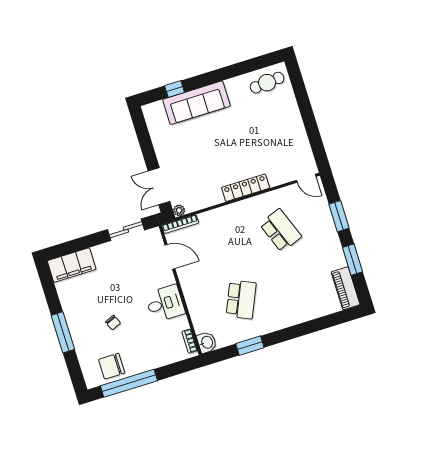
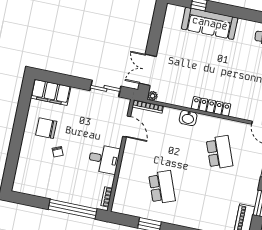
school desk: (241, 299) -> (162, 187), turned -45
window: (63, 332) -> (17, 139), removed
washbasin: (207, 342) -> (188, 118), moved, turned 90
chair: (112, 366) -> (46, 128), moved
window: (129, 383) -> (73, 209), moved

